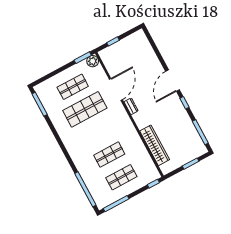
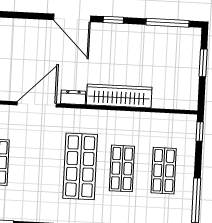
door: (116, 89) -> (37, 104), hinge flipped
shop shelf: (85, 109) -> (80, 166), moved
wardrobe: (155, 145) -> (119, 96), moved

